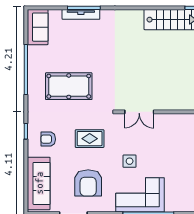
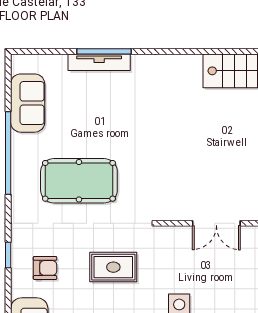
sofa: (38, 27) -> (28, 103), moved
double door: (139, 112) -> (216, 223), moved
armchair: (48, 139) -> (45, 268), turned 180

